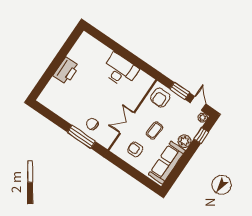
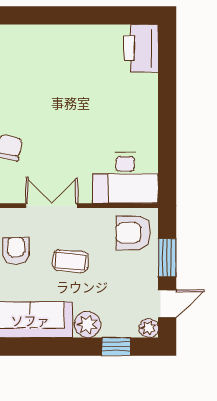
desk: (120, 70) -> (125, 178), moved, turned 90
printer: (66, 71) -> (141, 48), moved, turned 90

